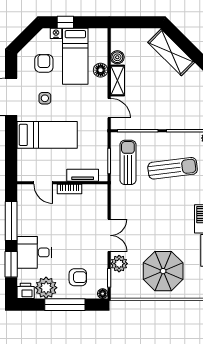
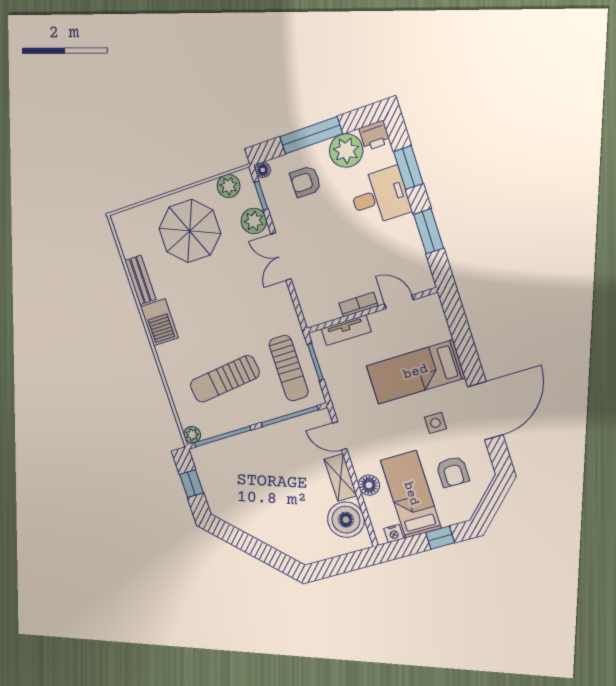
nightstand: (56, 33) -> (394, 533), moved
shelving: (171, 52) -> (280, 537), removed
boiler: (117, 57) -> (346, 520), width x1.86, depth x1.86
window: (11, 221) -> (429, 231), width x0.69
plant: (128, 291) -> (229, 186), added

